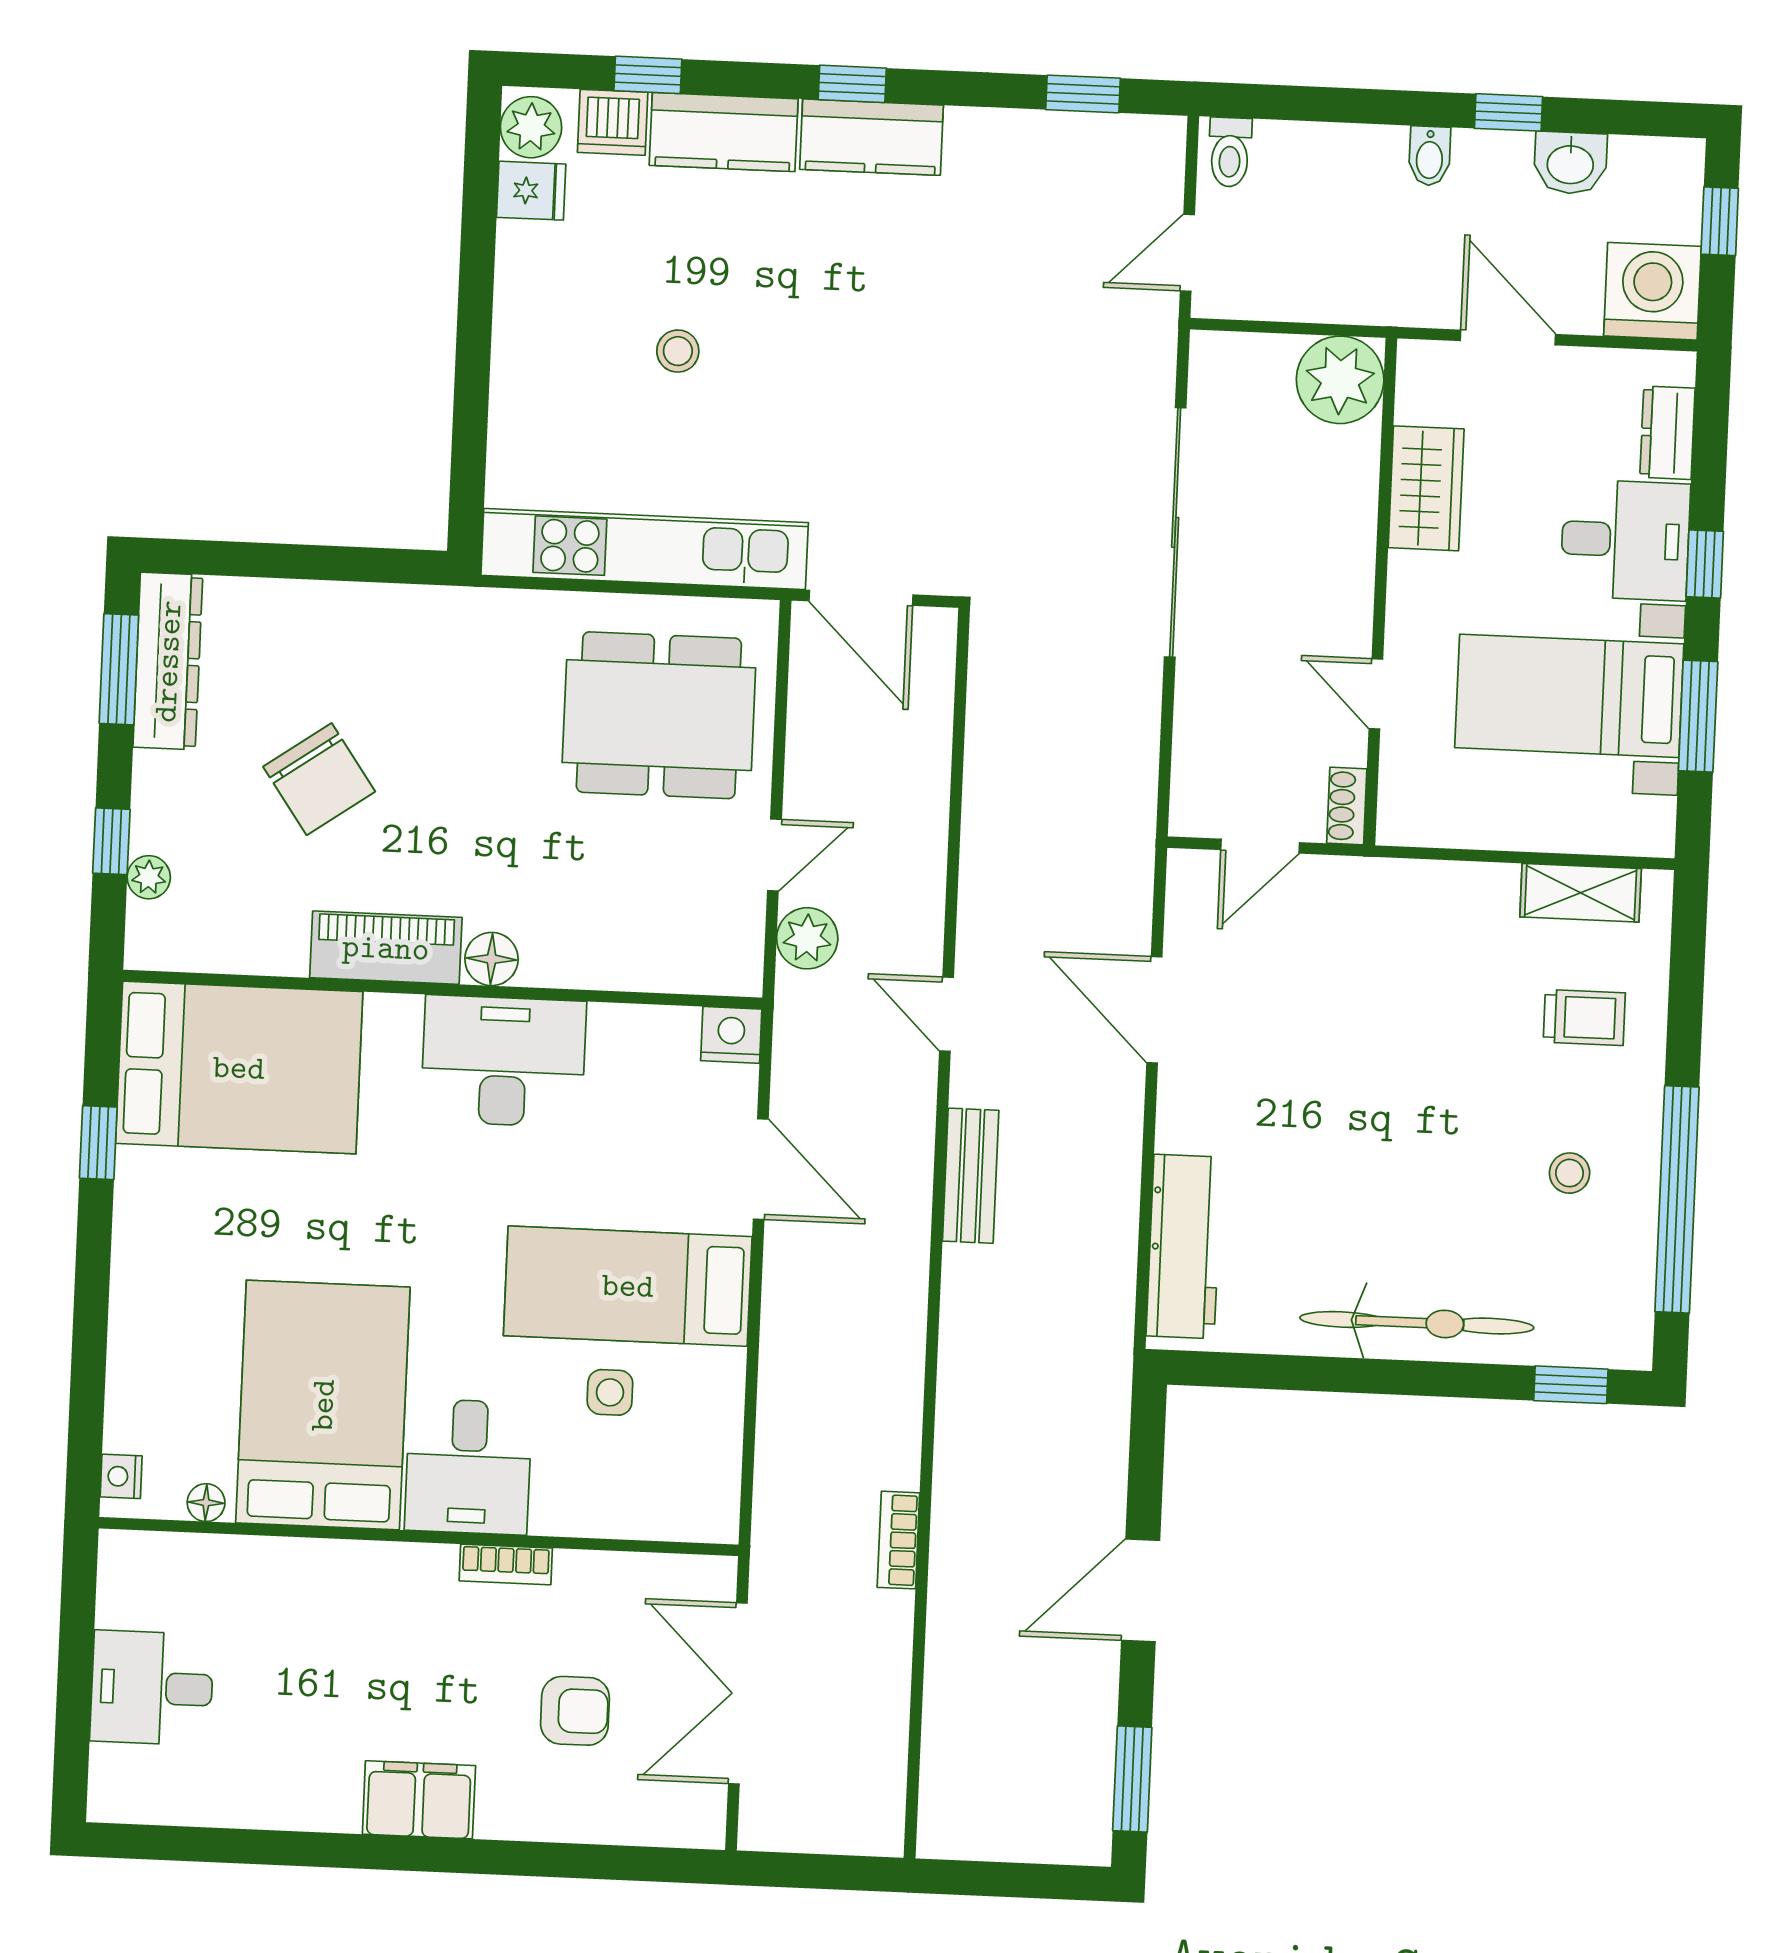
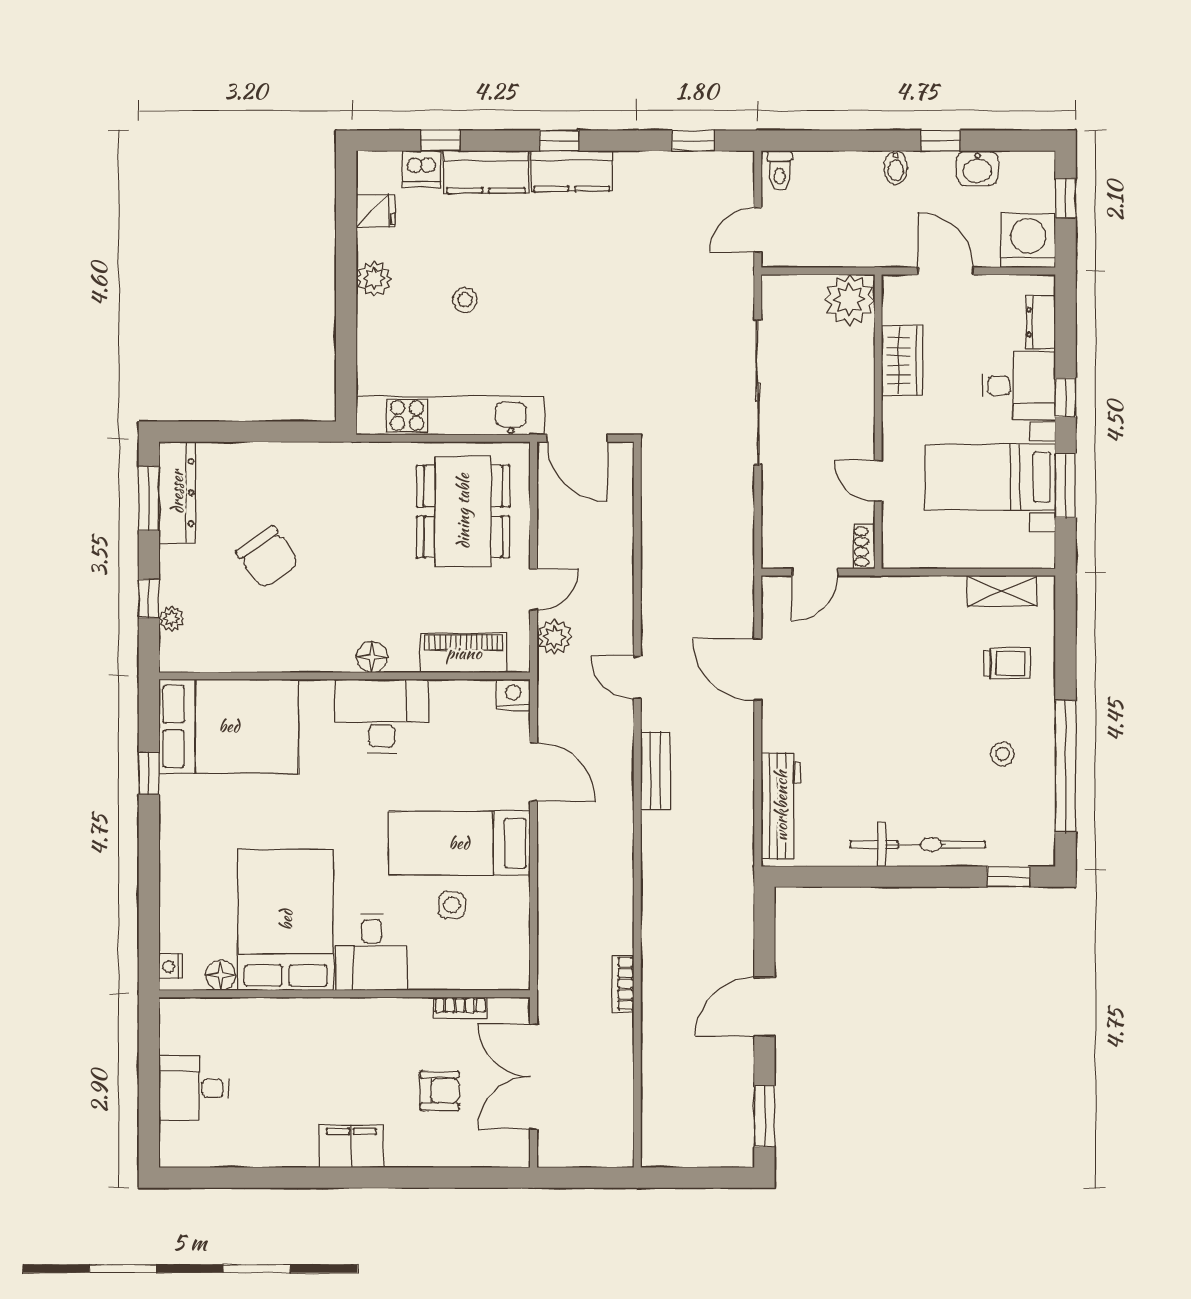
plant: (531, 127) -> (374, 279), moved
dining table: (659, 715) -> (463, 511), turned 90
piano: (386, 948) -> (464, 653), moved
floor lamp: (206, 1503) -> (220, 975), width x1.37, depth x1.37
bookcase: (506, 1564) -> (460, 1008), moved

